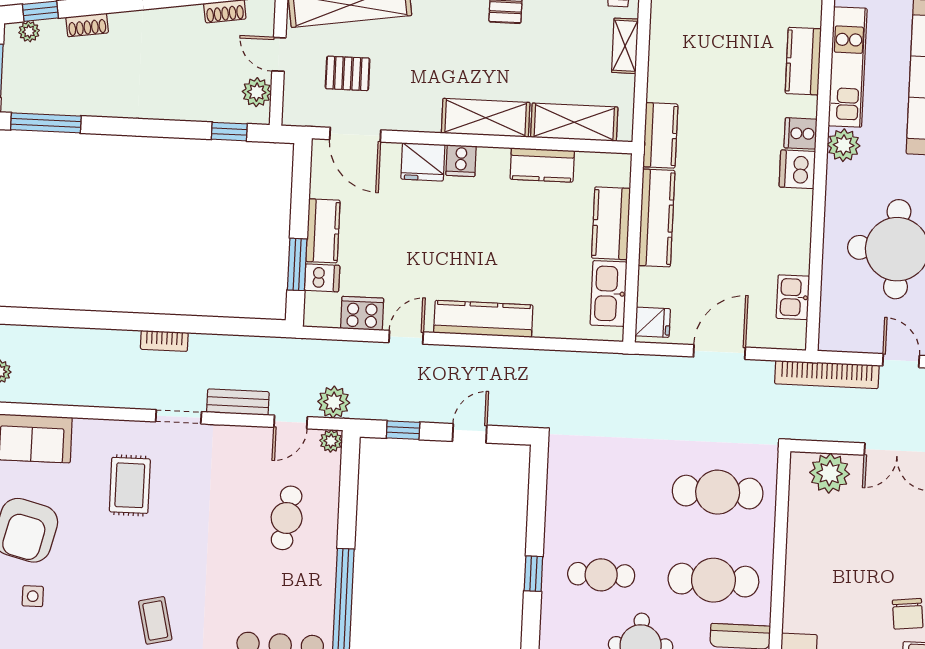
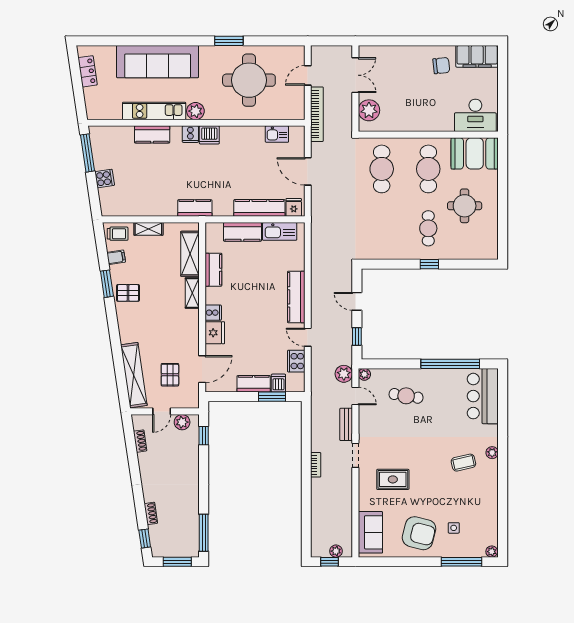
plant: (29, 31) -> (156, 544), removed
shelving: (486, 118) -> (192, 293), width x0.67, depth x0.75
kitchen counter: (657, 218) -> (259, 208), moved

